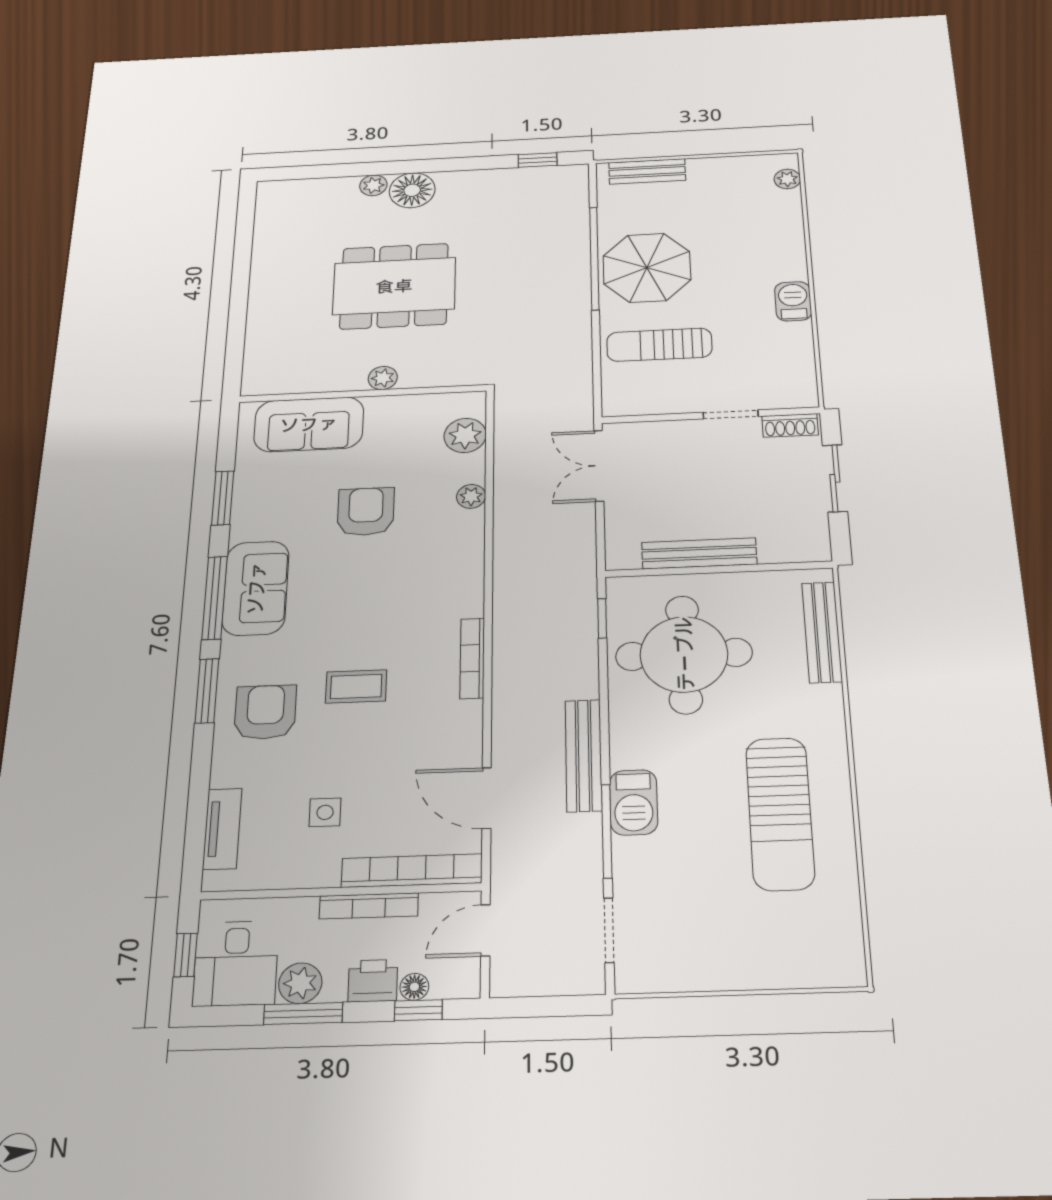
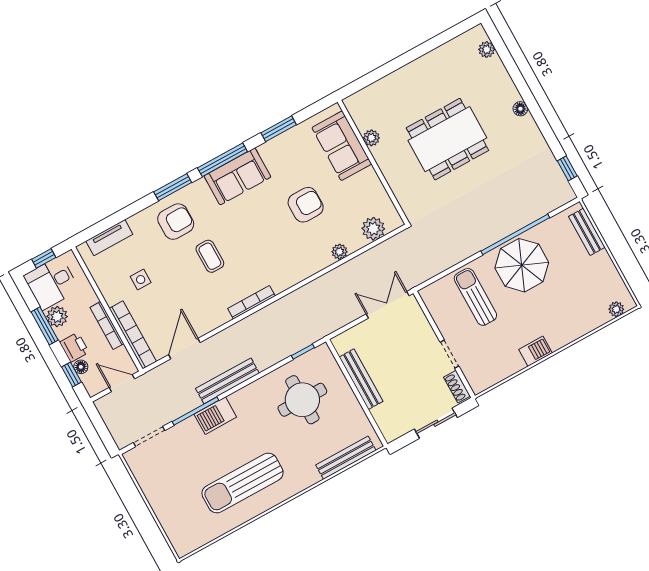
plant: (373, 185) -> (487, 50), moved
floor lamp: (412, 190) -> (520, 109), width x0.53, depth x0.53
dining table: (394, 286) -> (447, 139), turned 90
plant: (383, 378) -> (371, 138), moved
round table: (684, 654) -> (302, 400), width x0.73, depth x0.73

